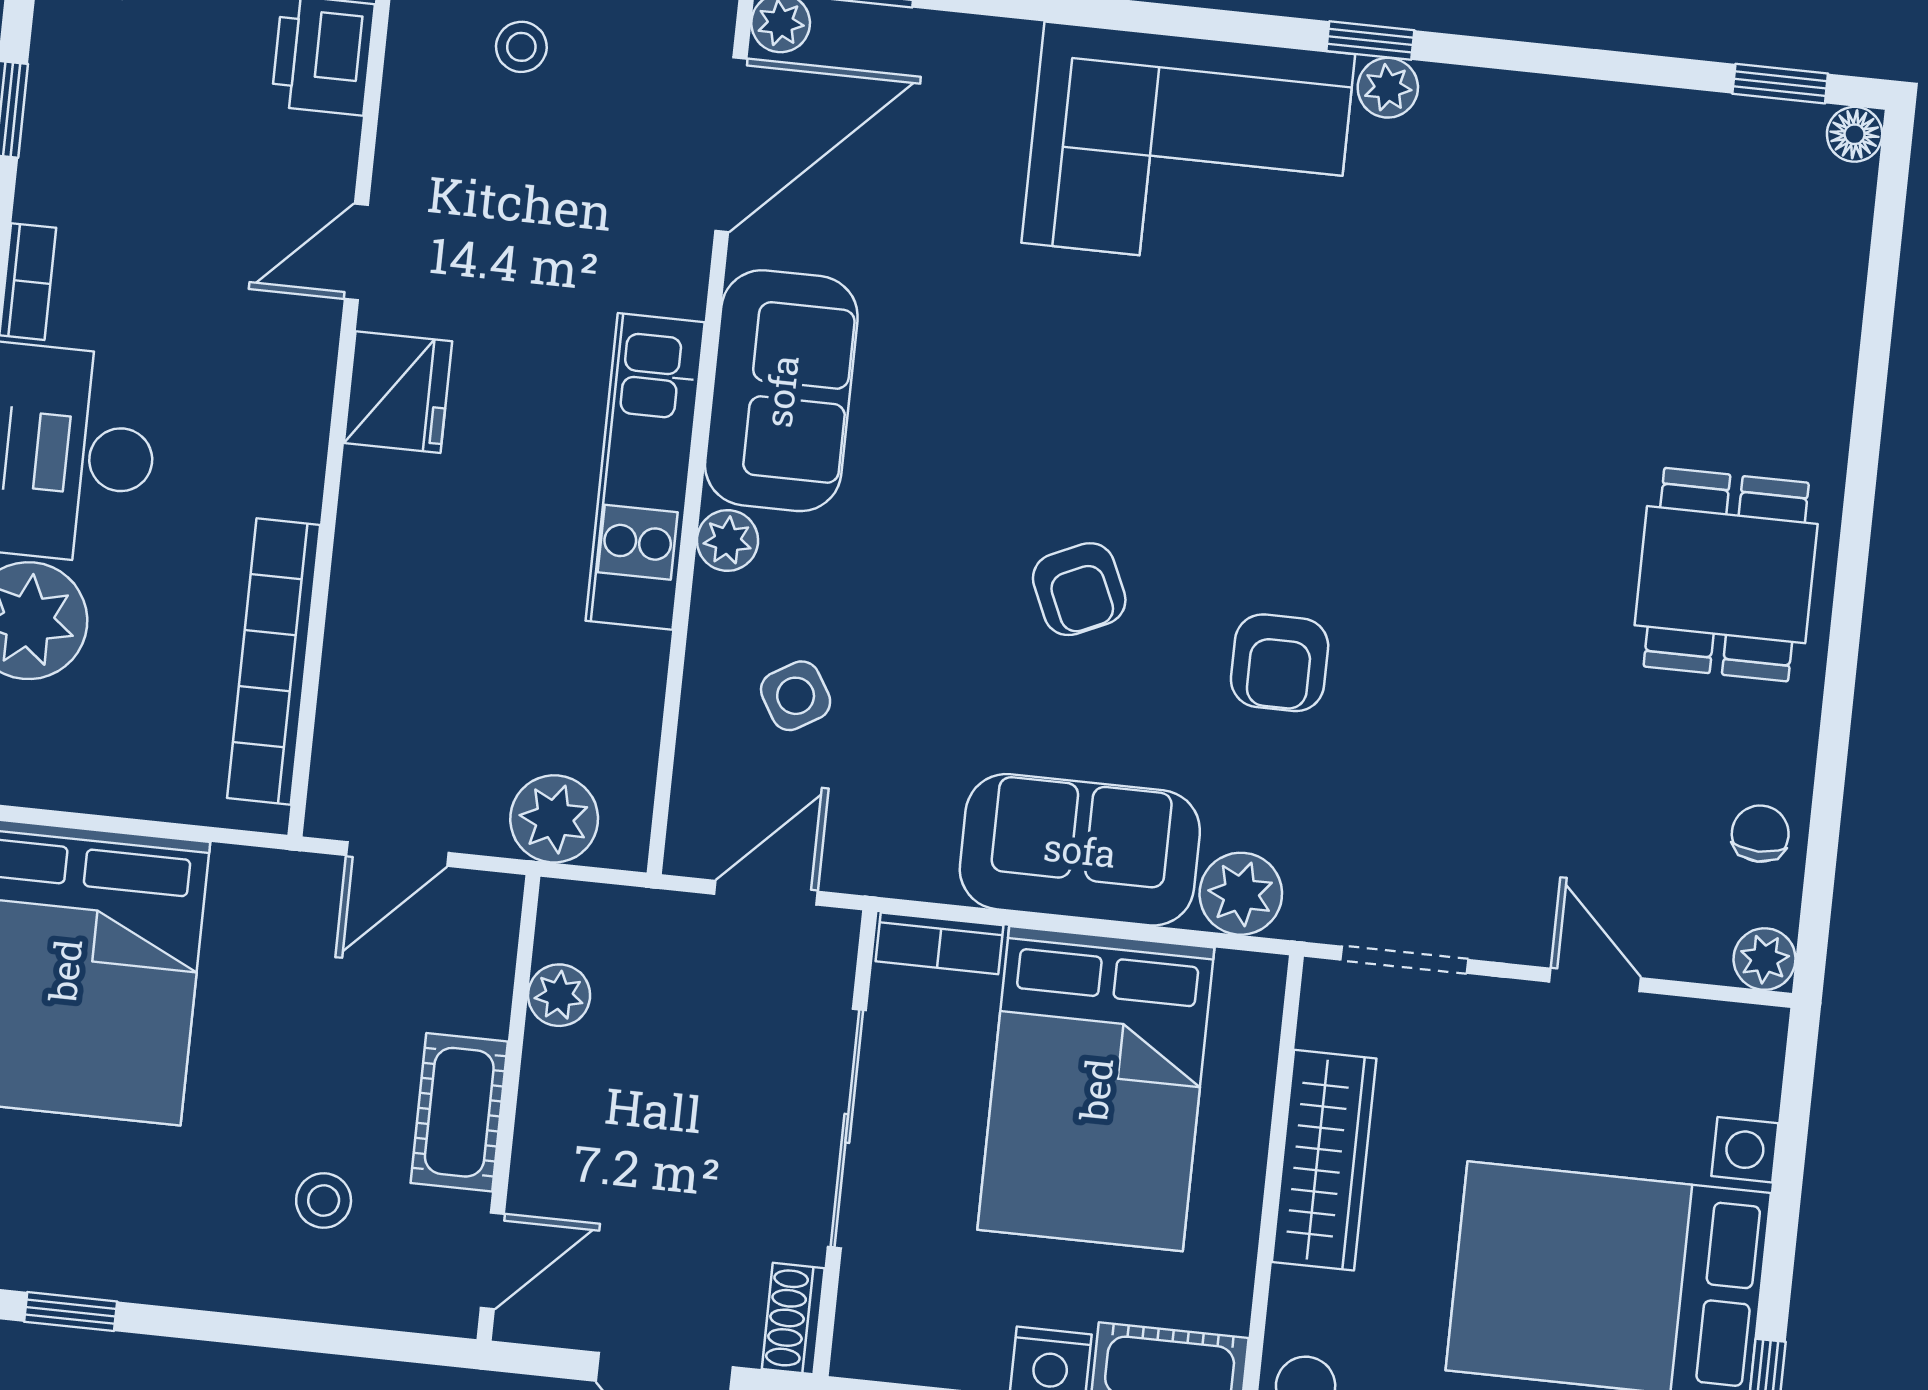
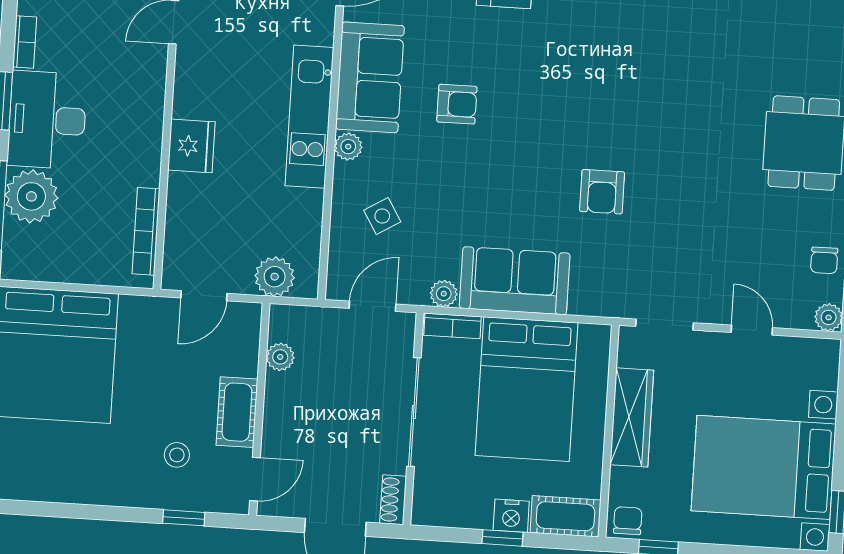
fridge: (398, 392) -> (191, 146), moved
armchair: (1079, 589) -> (457, 104), moved, turned -66
bookcase: (274, 661) -> (146, 231), width x0.68, depth x0.76
chair: (1760, 834) -> (824, 260), turned 180
plant: (1241, 894) -> (444, 294), moved, width x0.73, depth x0.73
window: (71, 1312) -> (184, 518), moved

